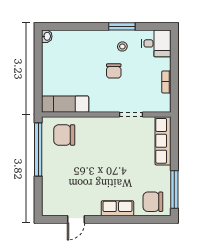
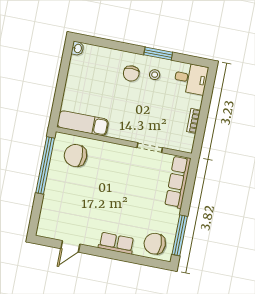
chair: (114, 71) -> (131, 73), moved

